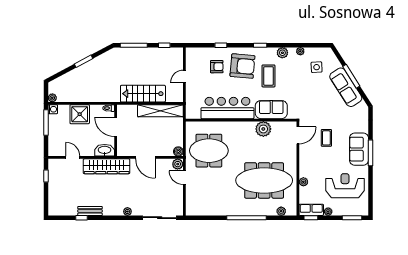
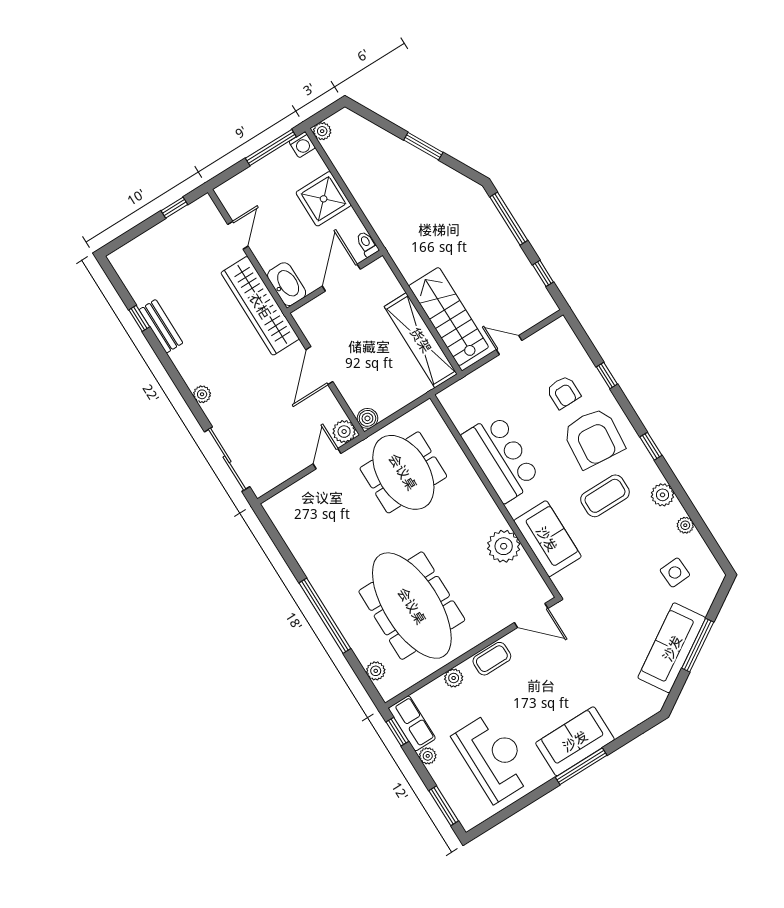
stairs: (143, 94) -> (449, 317), moved
bar counter: (227, 108) -> (501, 458), width x0.73
coffee table: (326, 138) -> (492, 659), moved

